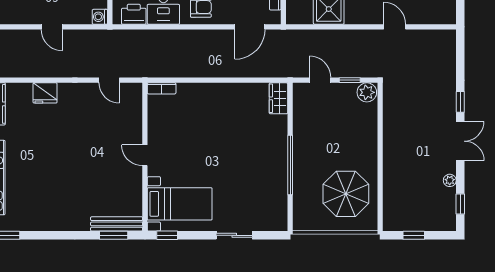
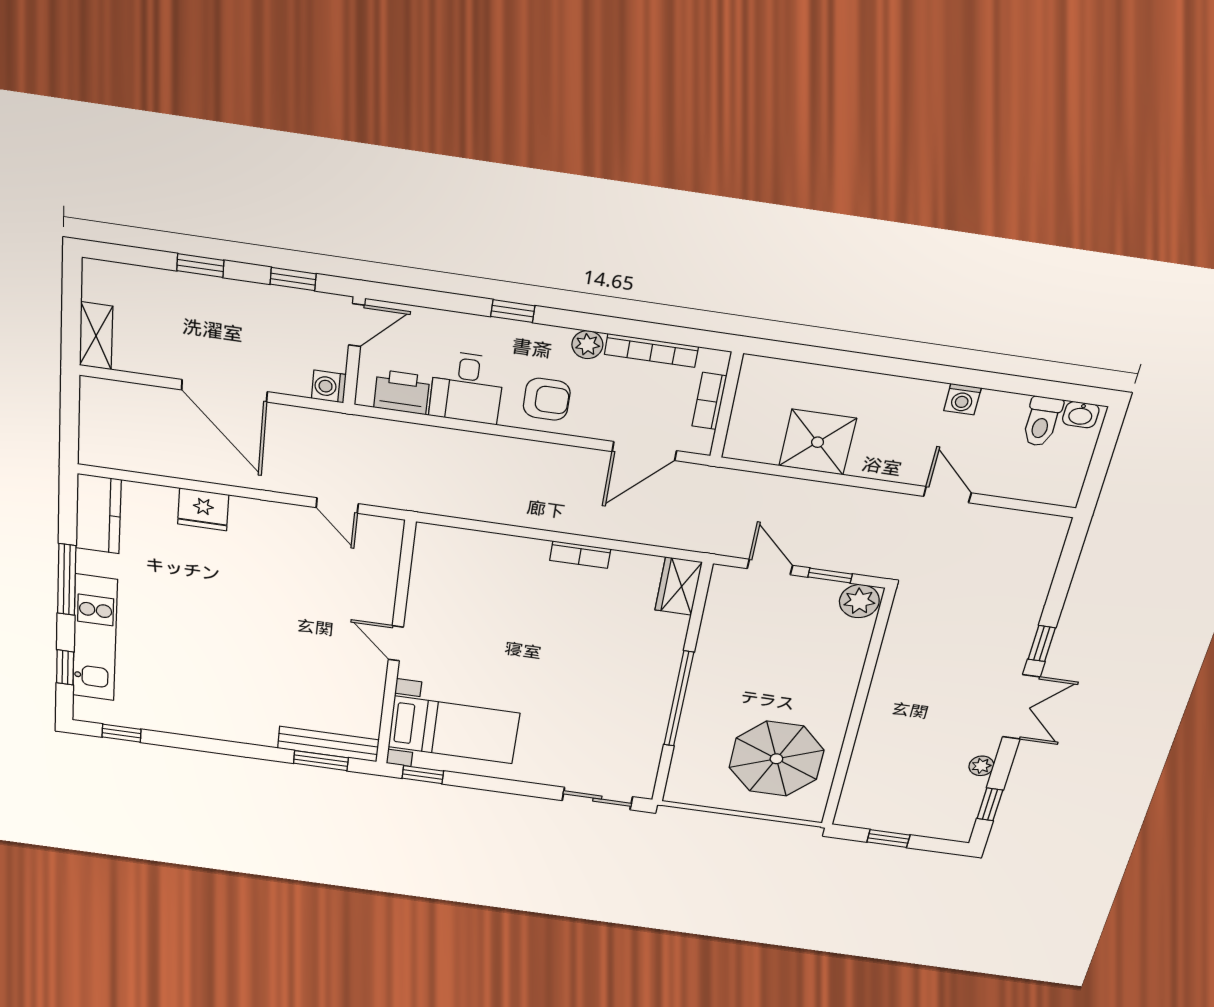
door: (52, 27) -> (224, 391), width x1.88
bookcase: (162, 88) -> (580, 555), moved
sliding door: (234, 235) -> (597, 799), moved

